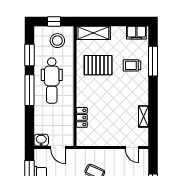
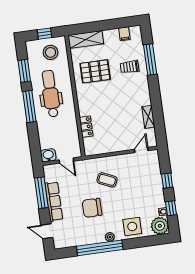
filing cabinet: (136, 33) -> (124, 34), width x0.50
dental chair: (52, 81) -> (51, 94), turned 180
door: (132, 148) -> (141, 150), swing flipped

